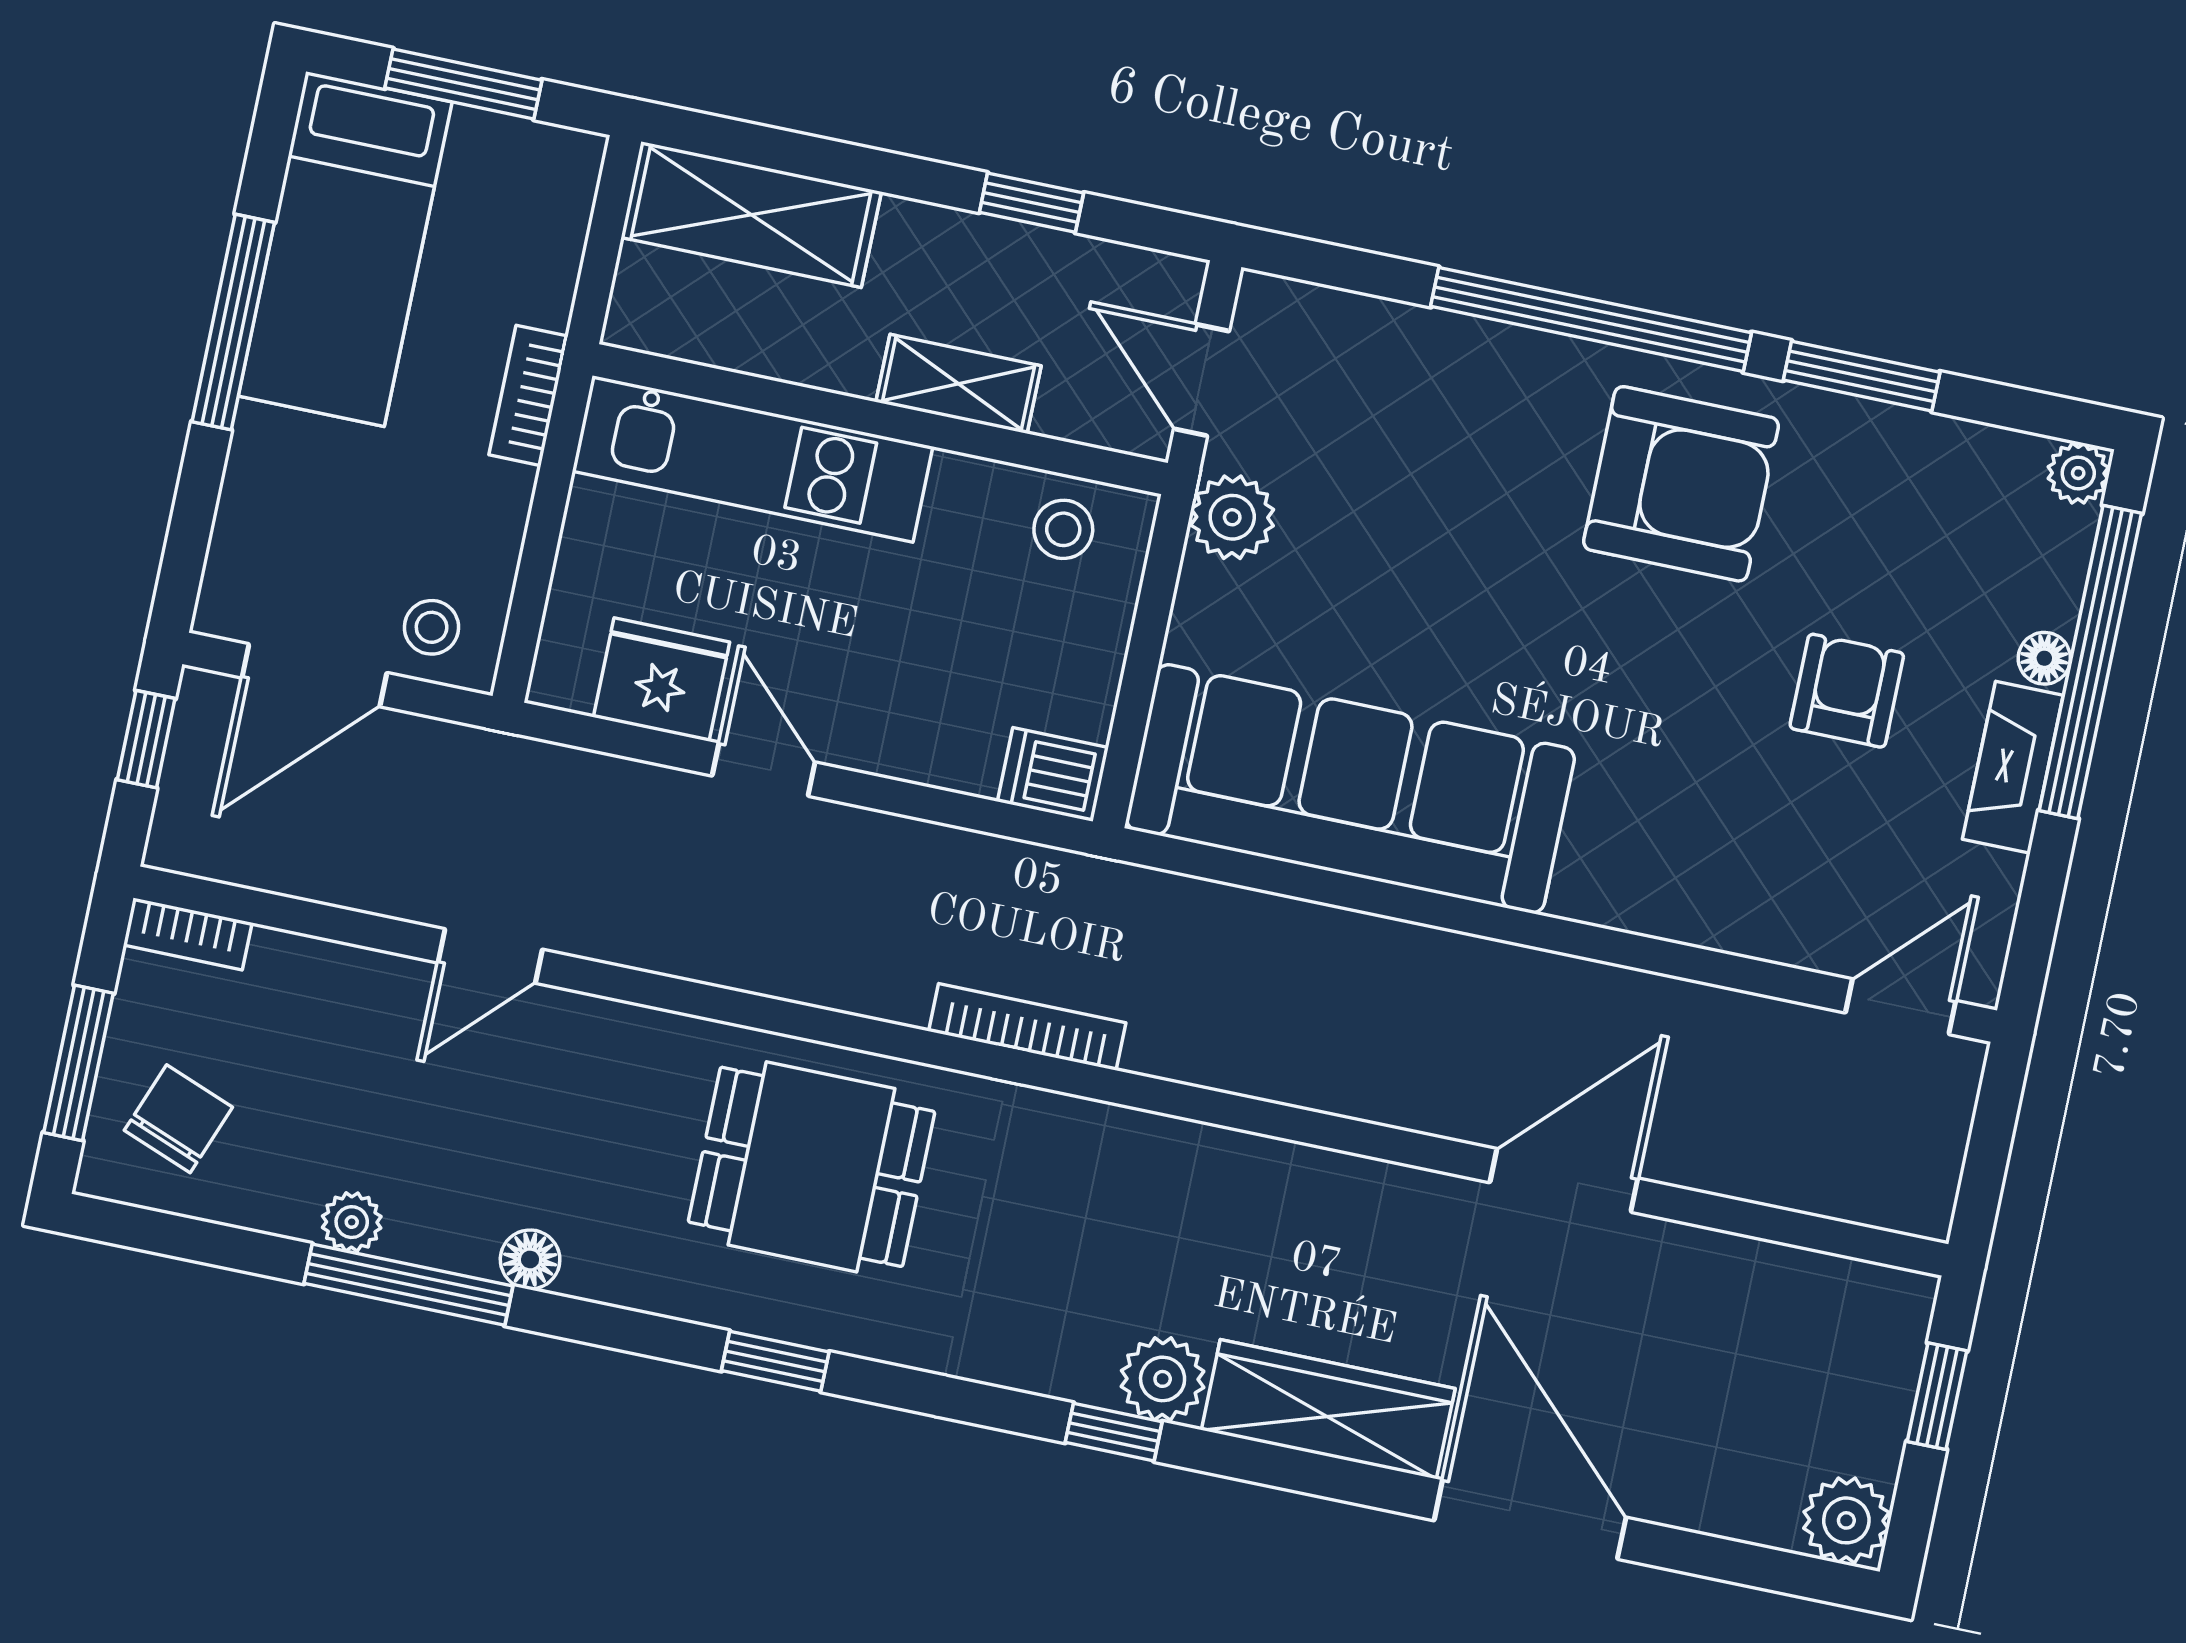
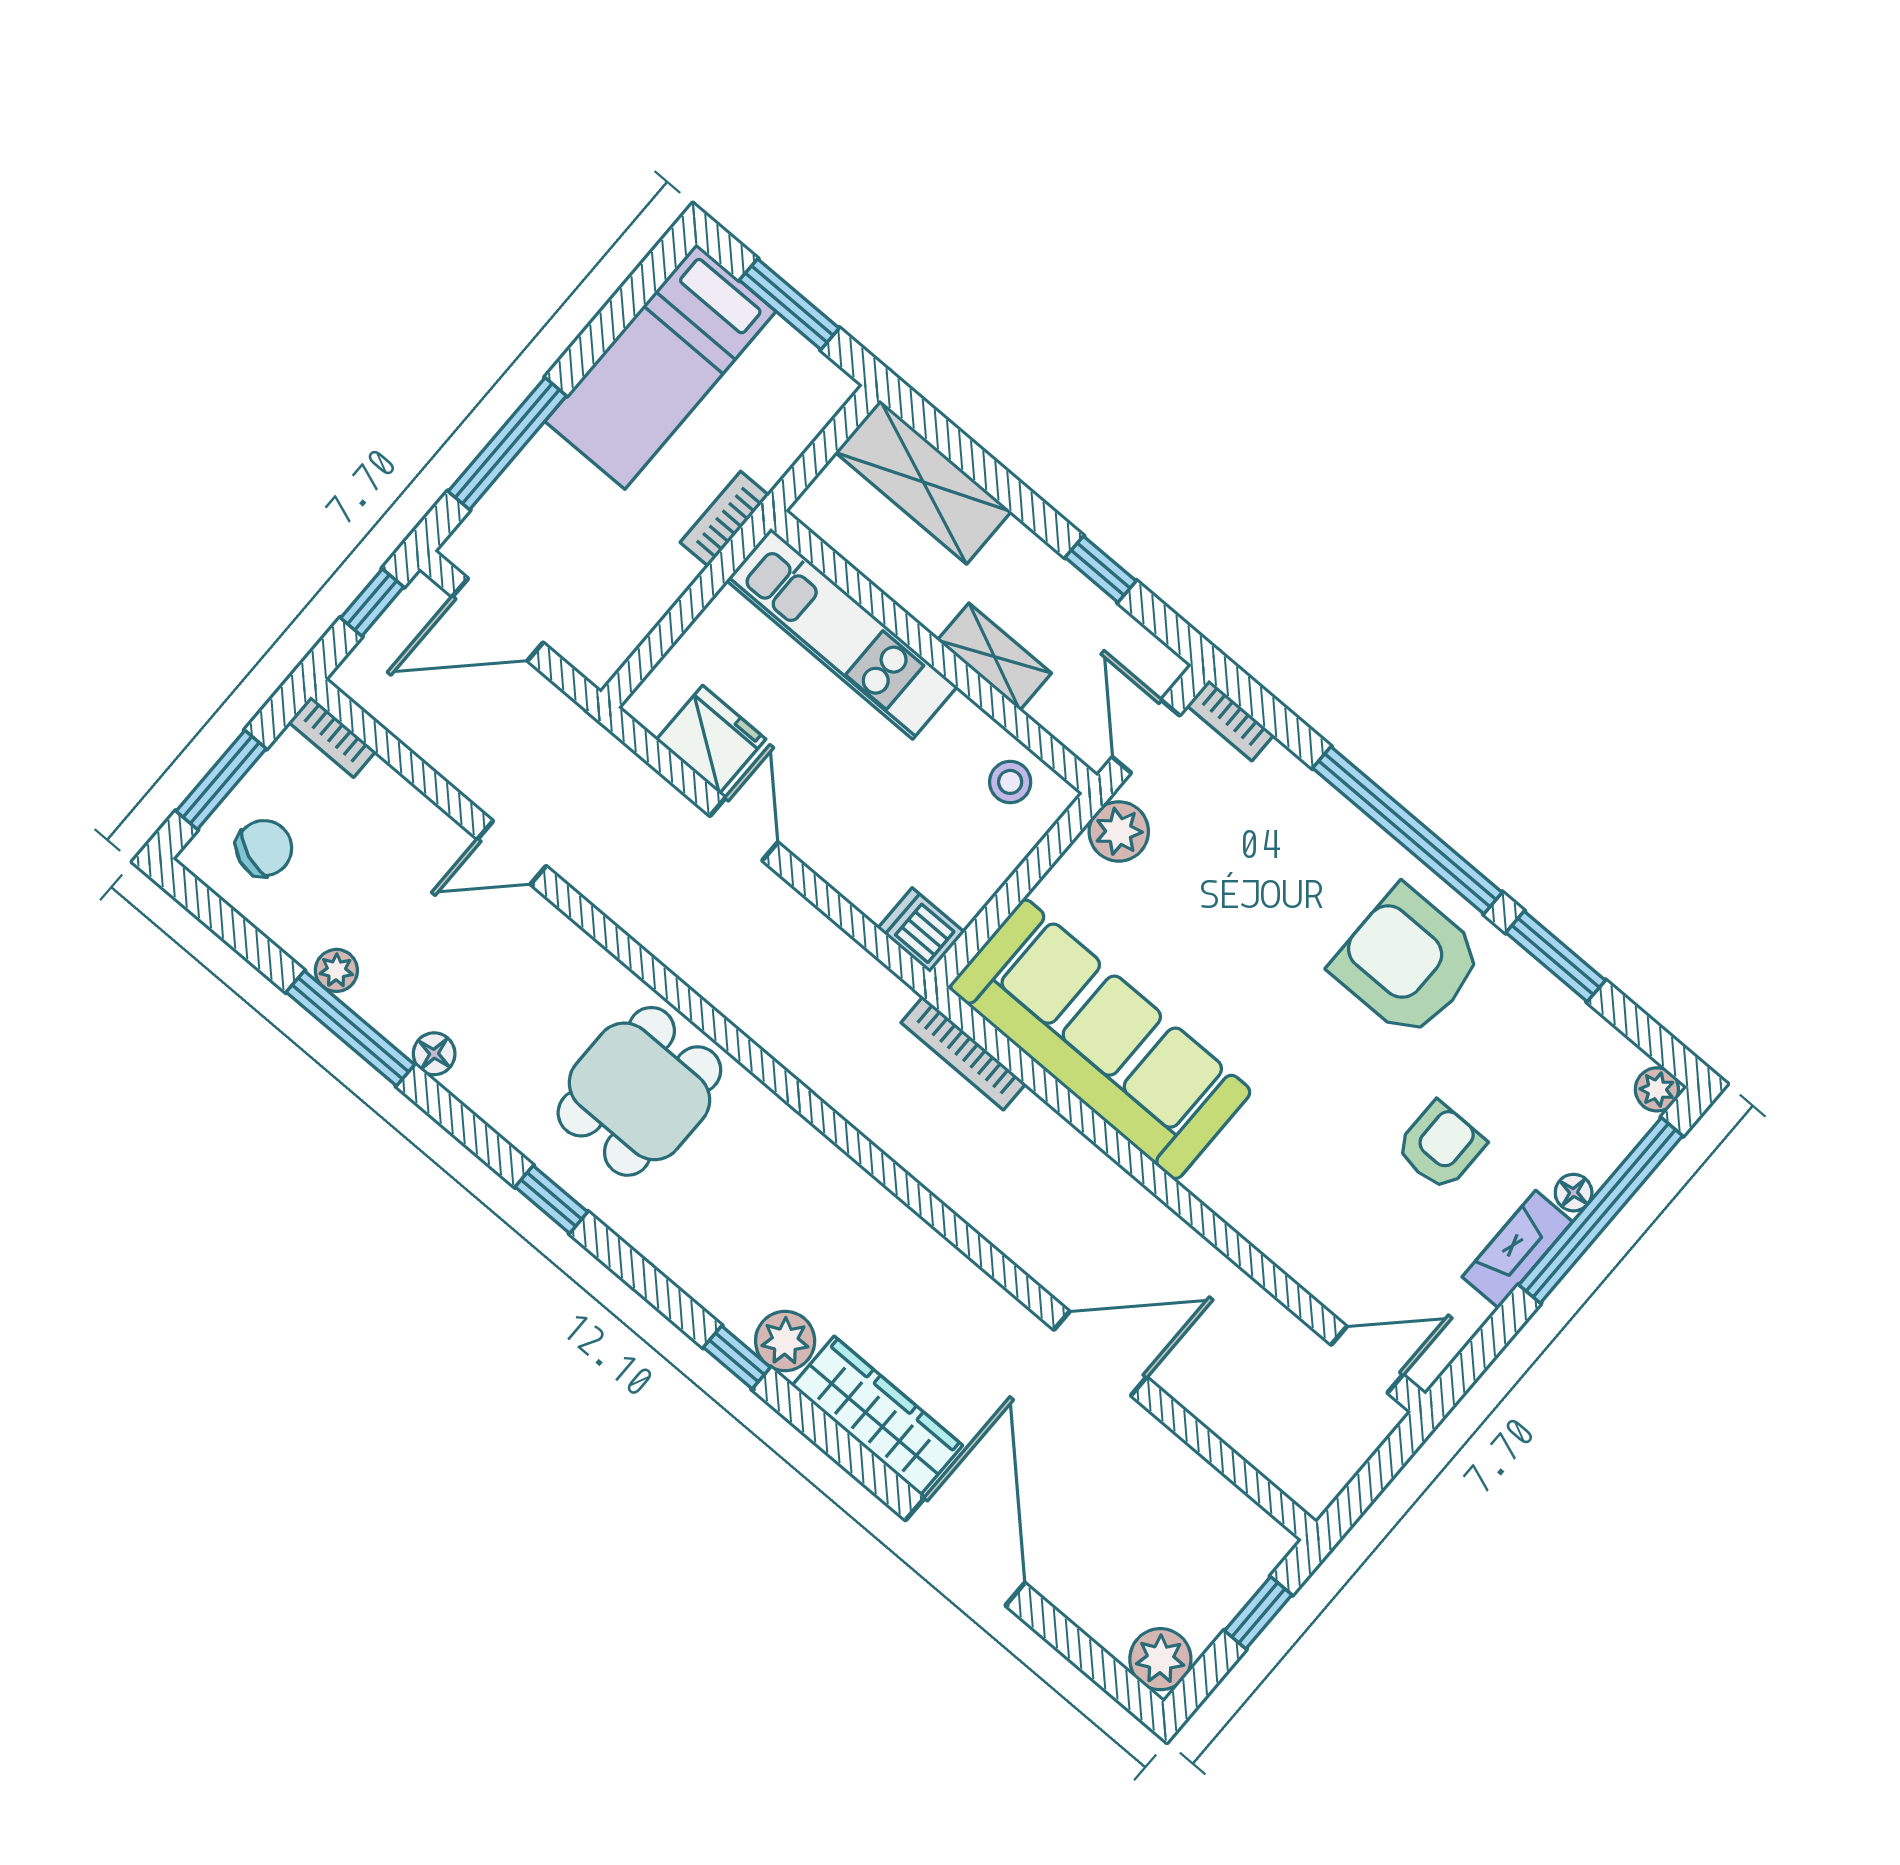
bookcase: (1296, 303) -> (1230, 720), added
window: (233, 322) -> (507, 444), moved
armchair: (1681, 484) -> (1408, 962), turned 180
stool: (432, 627) -> (586, 630), removed
bookcase: (1027, 1027) -> (963, 1053), moved, turned 180
dining table: (811, 1167) -> (639, 1091), turned 90

